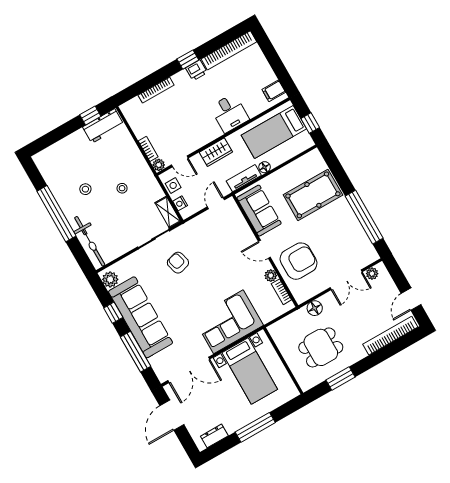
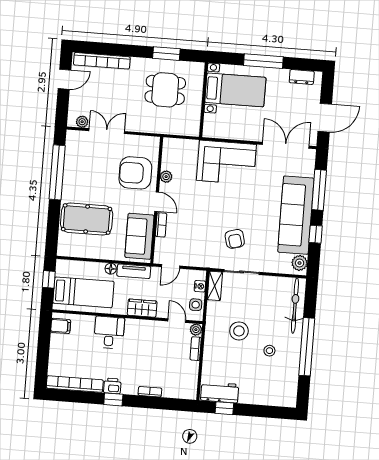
bookcase: (156, 90) -> (150, 392), width x0.64
stool: (122, 188) -> (239, 331), width x1.89, depth x1.89
bookcase: (281, 292) -> (161, 225), moved
floor lamp: (315, 308) -> (148, 125), removed
bed with nightstands: (250, 371) -> (235, 90), moved, turned 90

